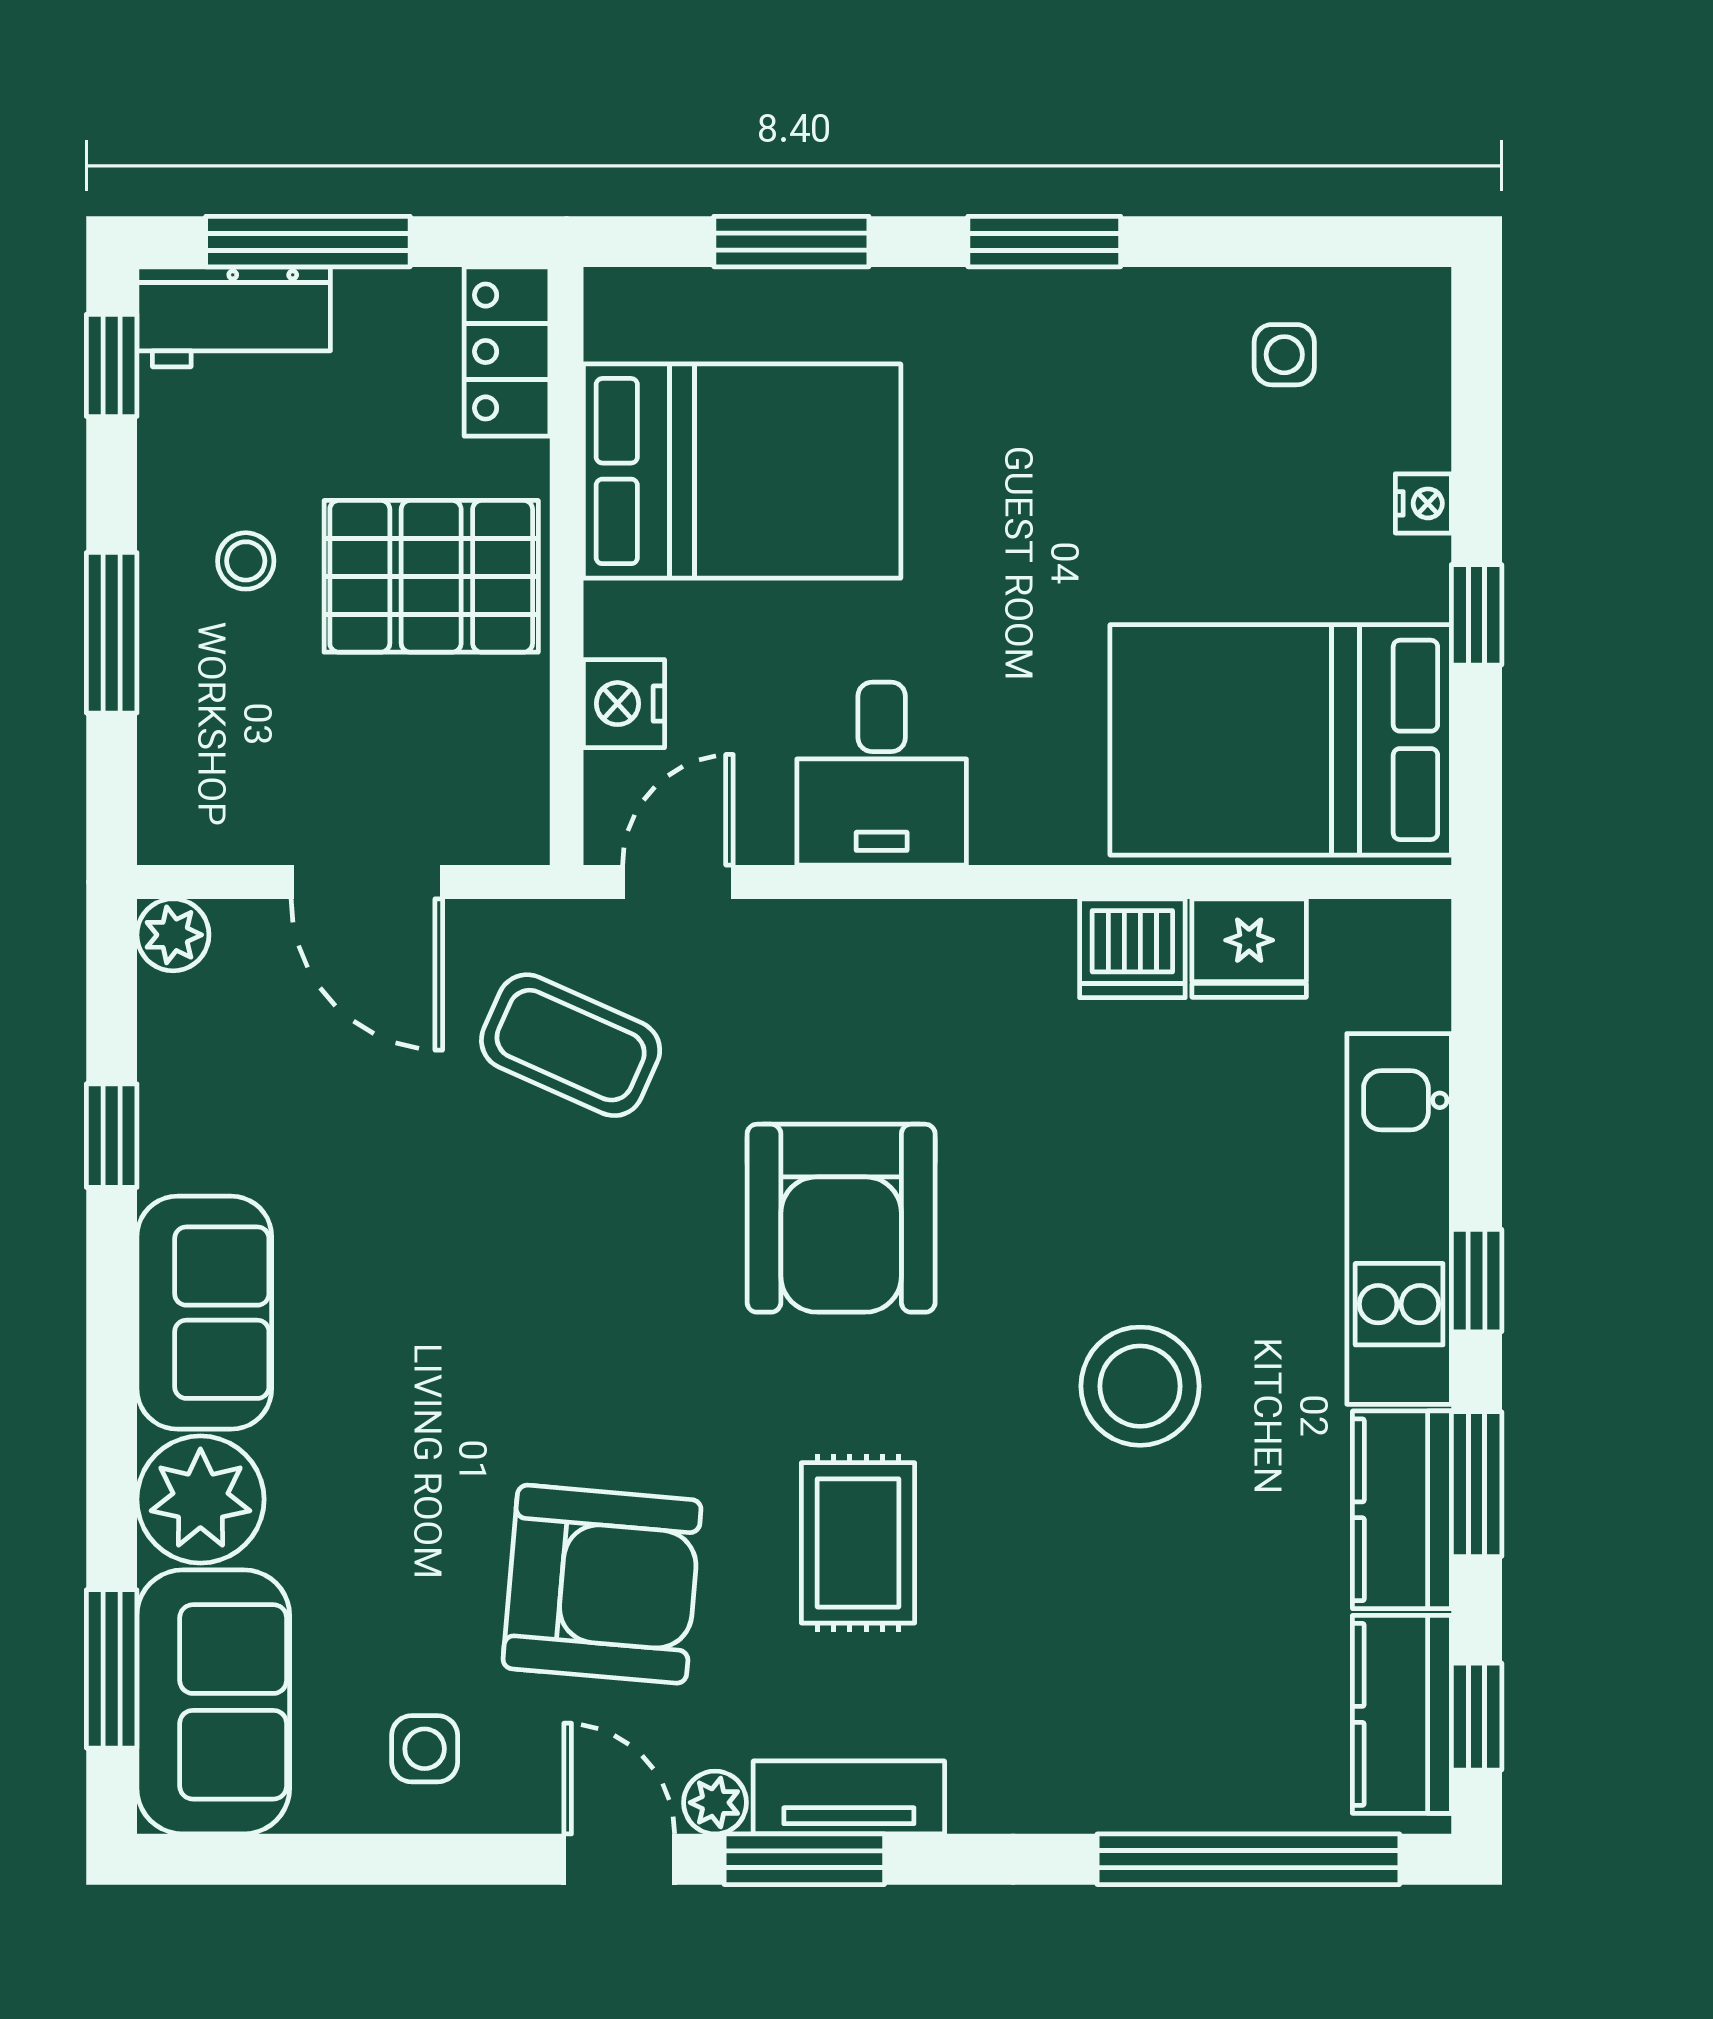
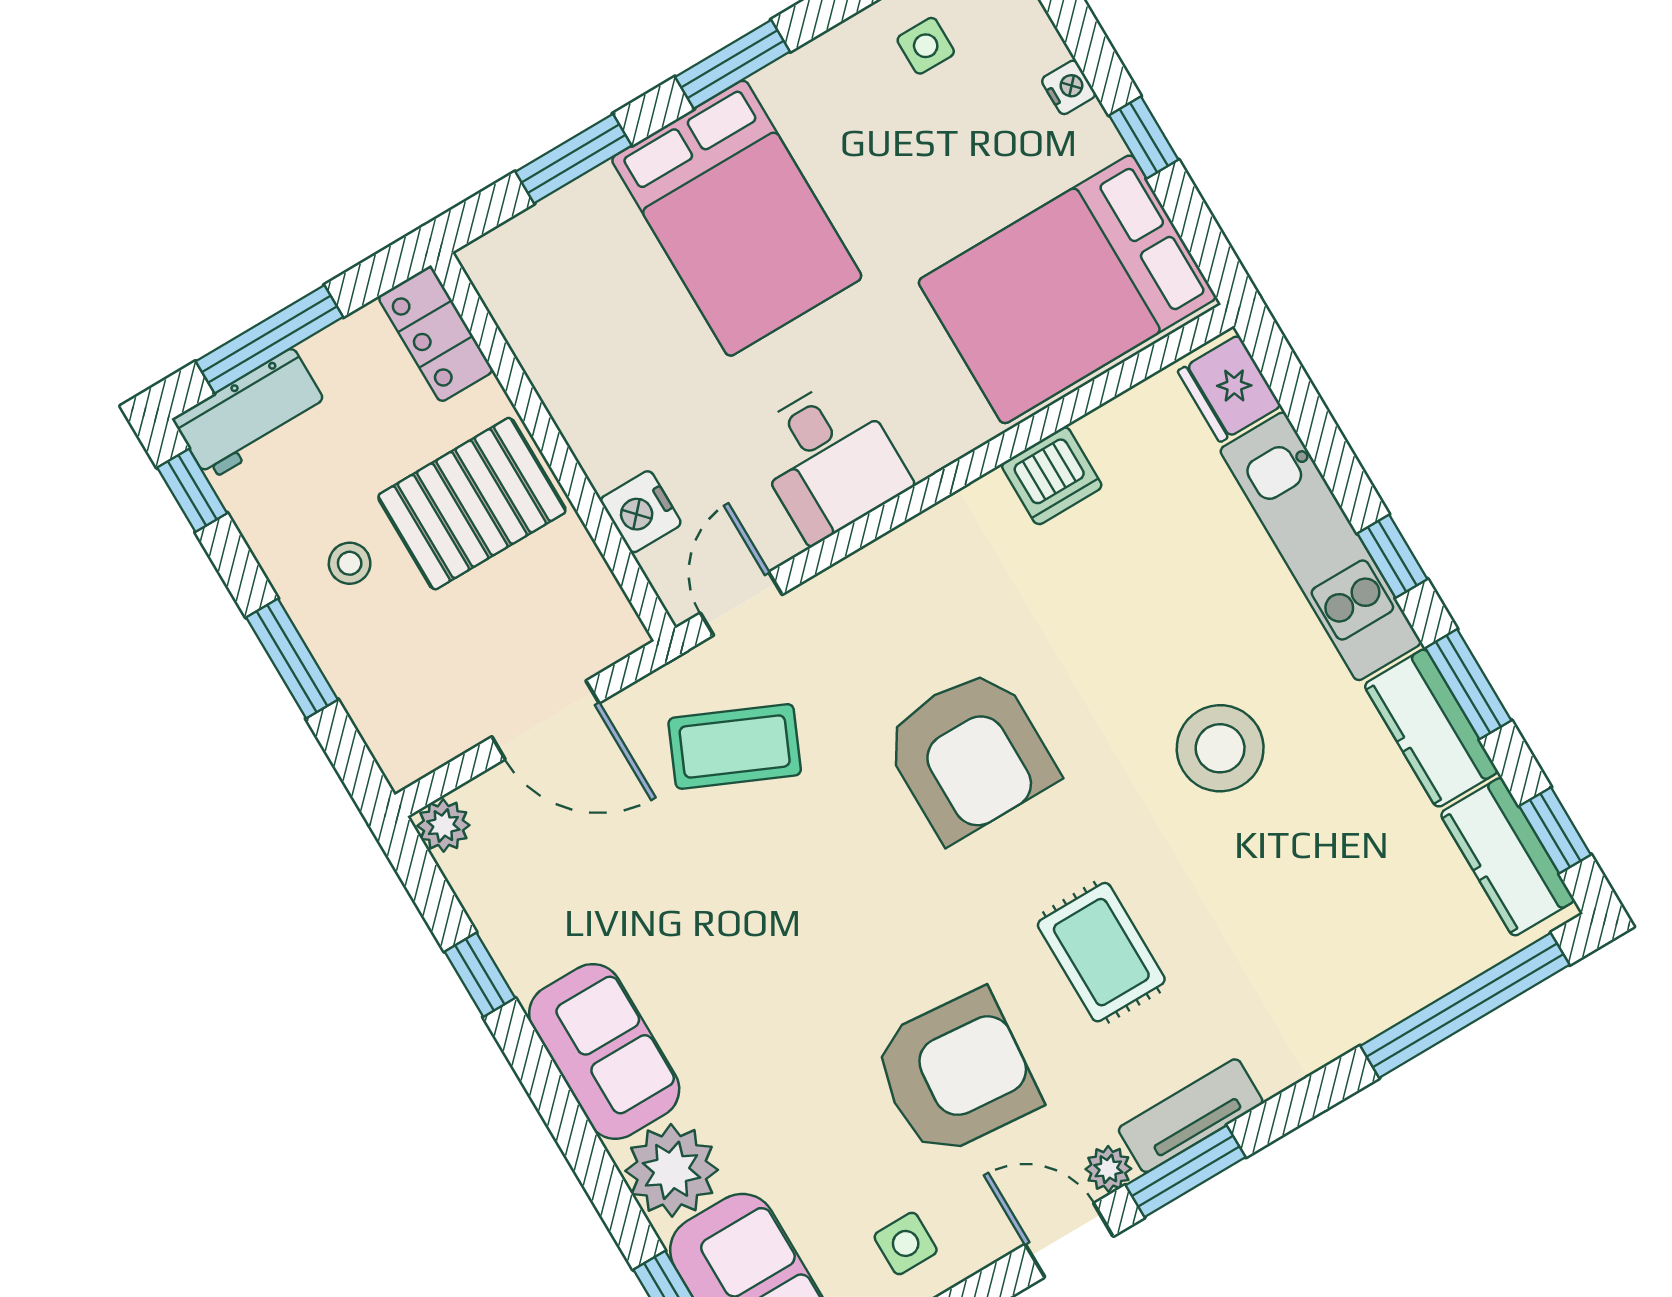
bed: (742, 471) -> (737, 218), moved, turned 90
fridge: (1249, 948) -> (1229, 388), moved, turned 90

